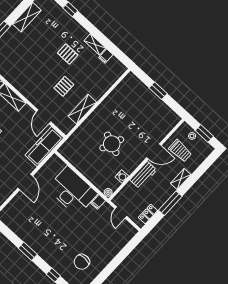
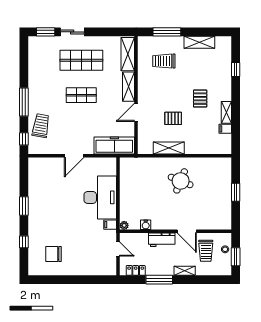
trolley: (17, 55) -> (164, 61), added
door: (44, 117) -> (136, 112), moved
round table: (112, 144) -> (181, 181), moved
door: (121, 212) -> (118, 249), swing flipped

